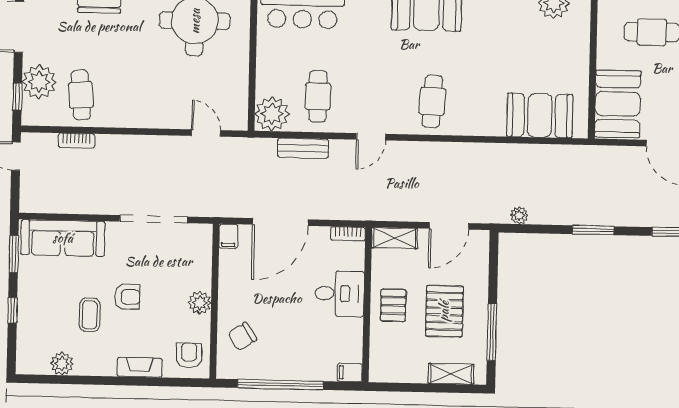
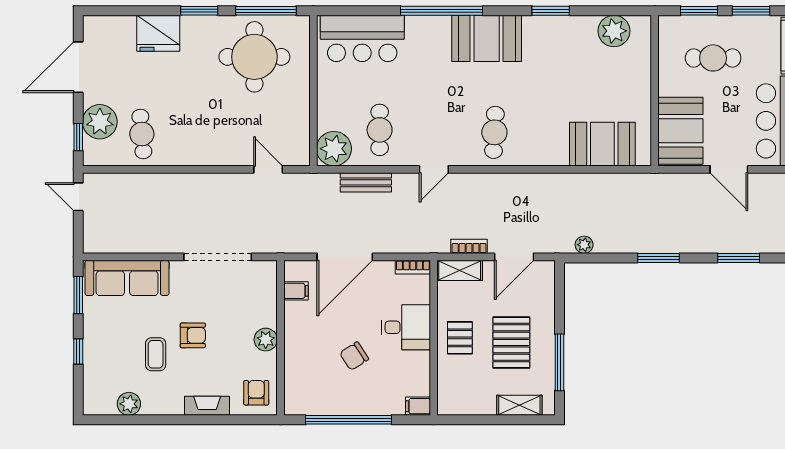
bookcase: (76, 141) -> (469, 246), moved, turned 180
filing cabinet: (228, 236) -> (296, 291), moved, turned -90
chair: (242, 336) -> (354, 356), moved

